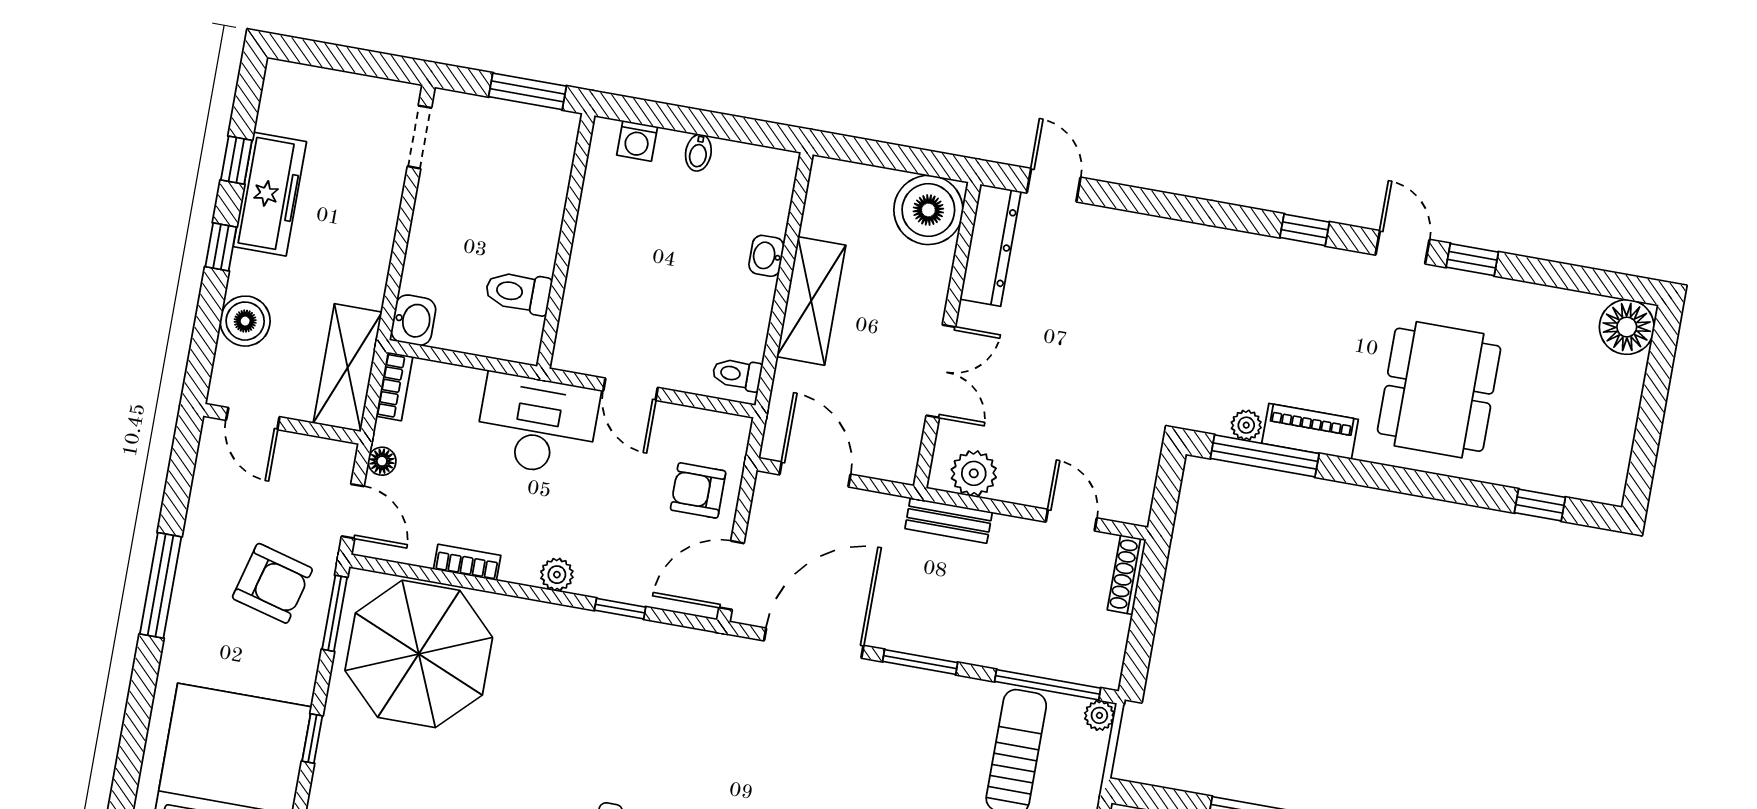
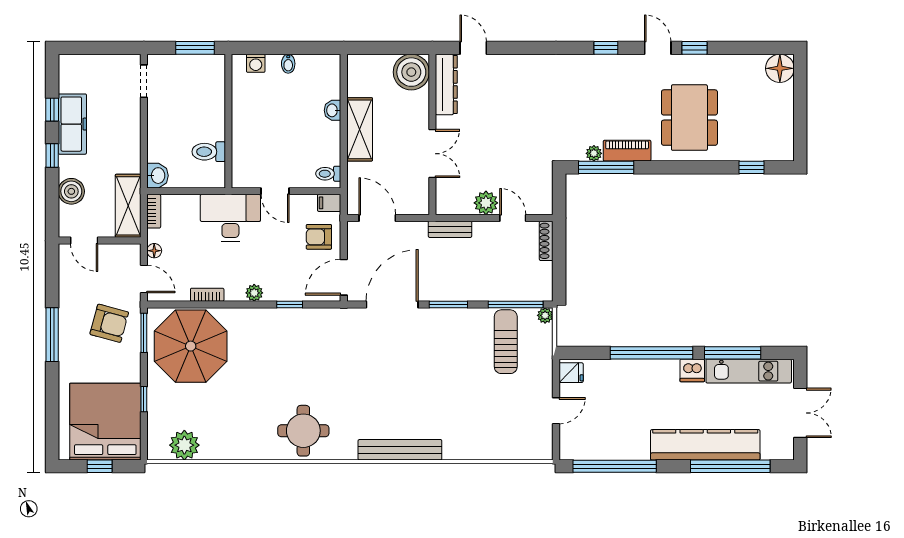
filing cabinet: (729, 430) -> (329, 203), added
plant: (974, 473) -> (486, 203), moved

